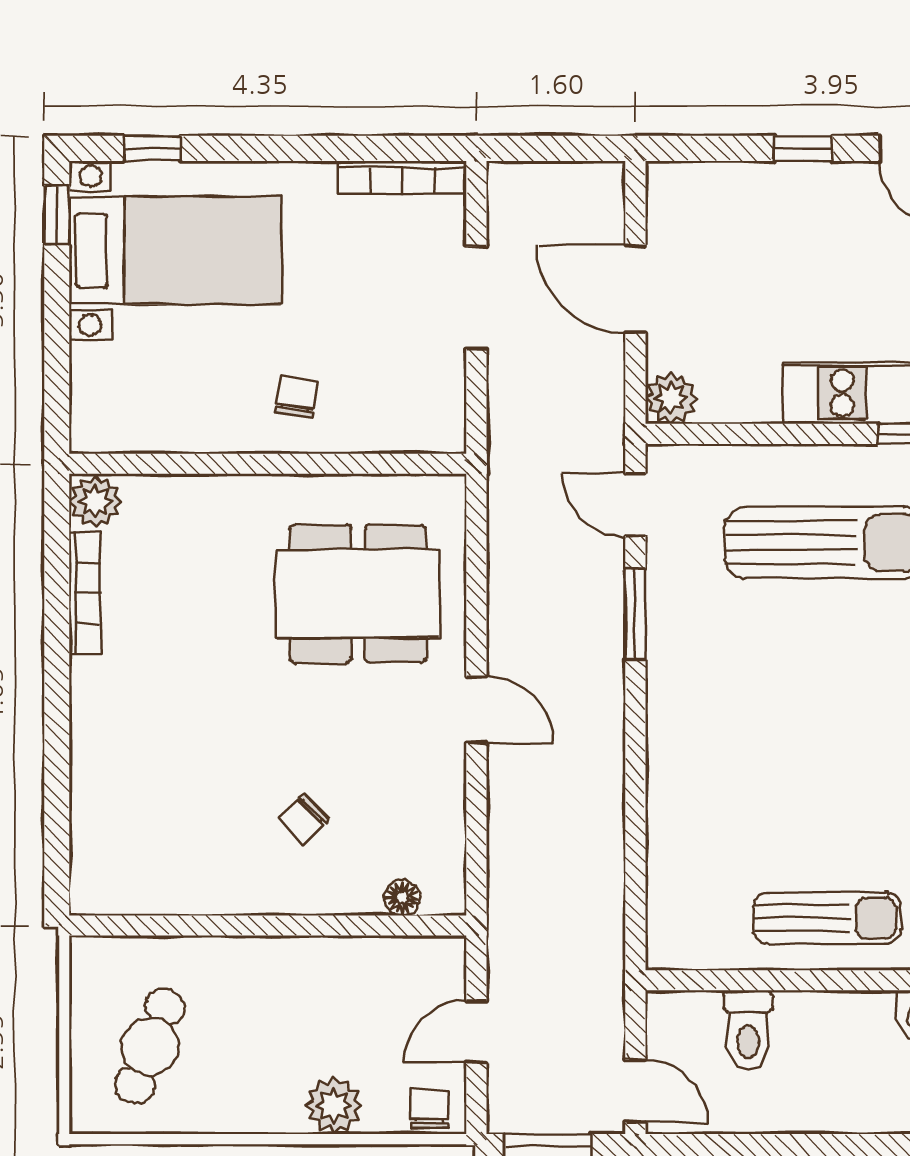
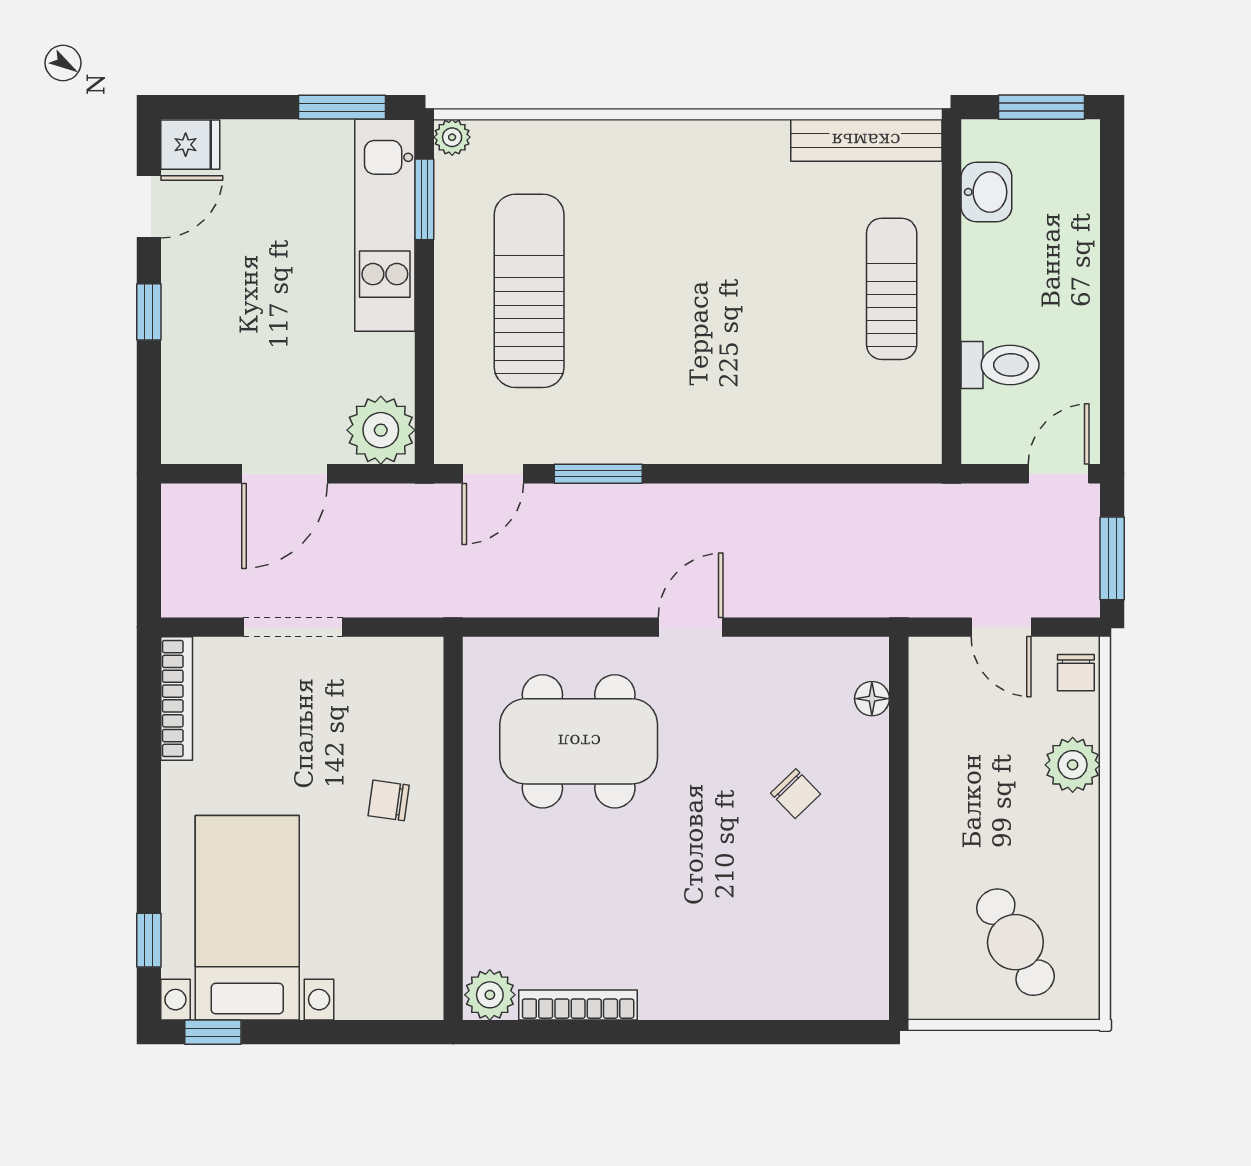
plant: (671, 398) -> (381, 430), width x1.36, depth x1.36
dining table: (358, 594) -> (579, 741), turned 90
cafe table: (150, 1046) -> (1015, 942), turned 40
chair: (429, 1109) -> (1076, 673), turned -90

